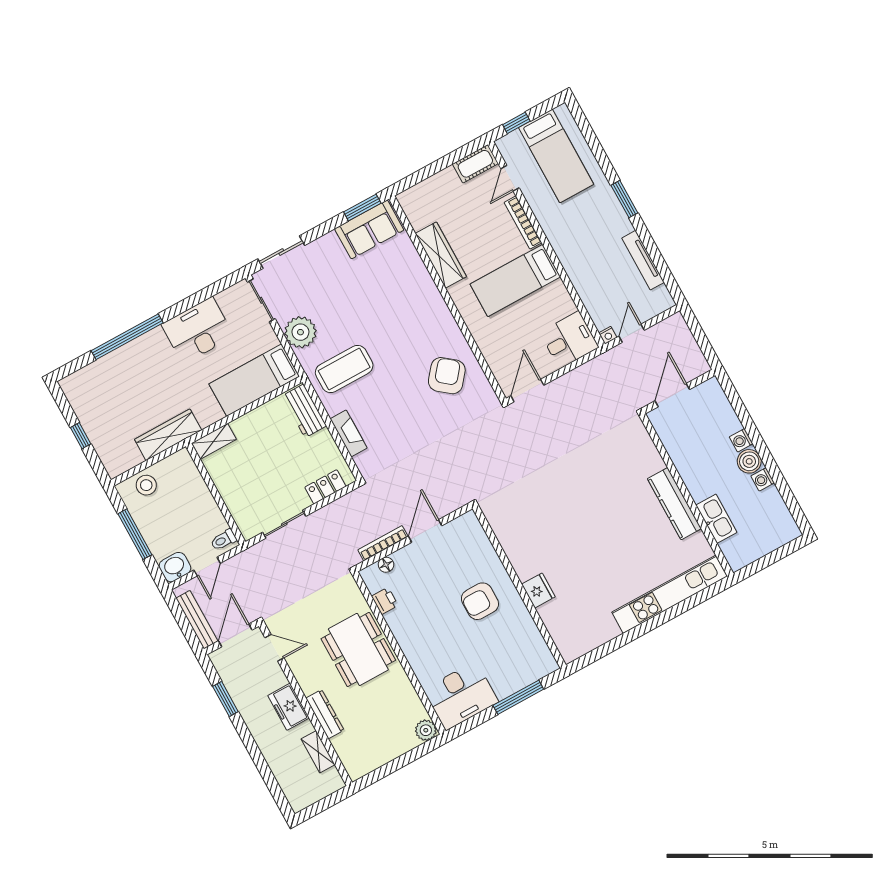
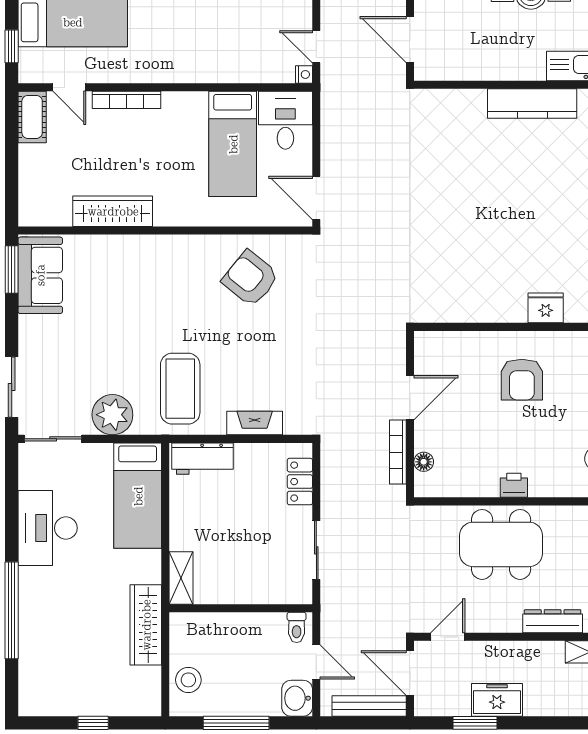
bed: (515, 281) -> (233, 144), moved
door: (425, 531) -> (410, 398), swing flipped
printer: (385, 601) -> (514, 485), moved
freezer: (289, 707) -> (497, 700), moved, turned 180

